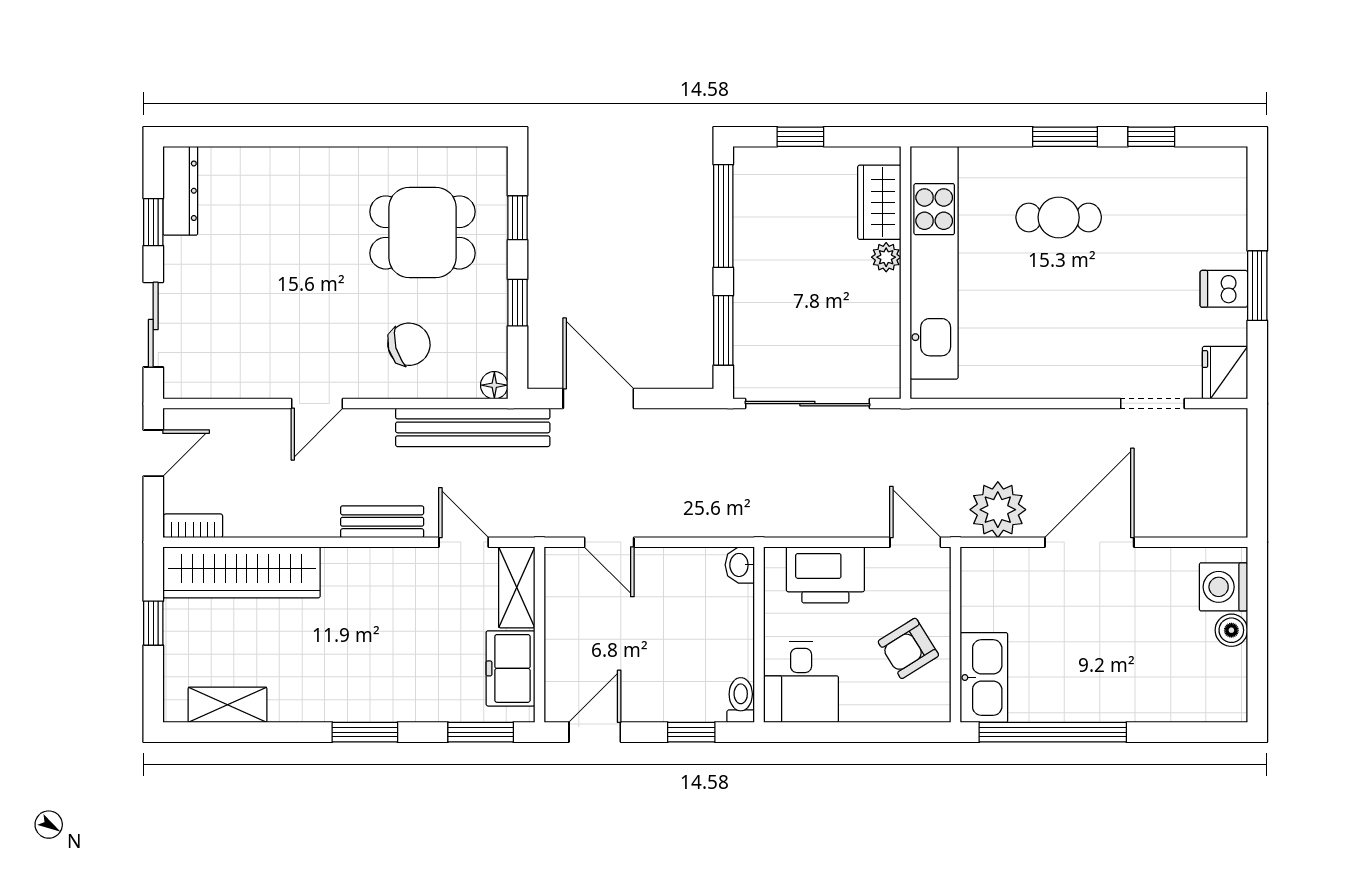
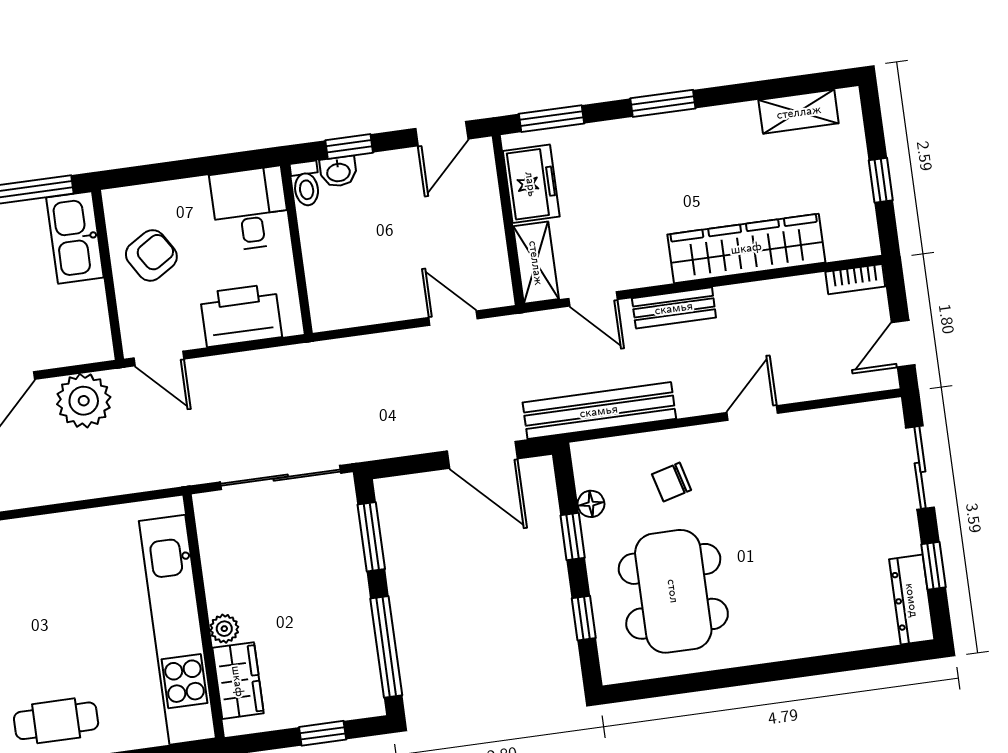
cafe table: (1059, 217) -> (56, 721), moved
dining table: (423, 232) -> (673, 591), width x1.38
chair: (409, 344) -> (672, 482), width x0.73, depth x0.73
floor lamp: (494, 385) -> (591, 504), moved
washbasin: (740, 565) -> (338, 172), moved, turned 90
wardrobe: (242, 572) -> (746, 248), moved

